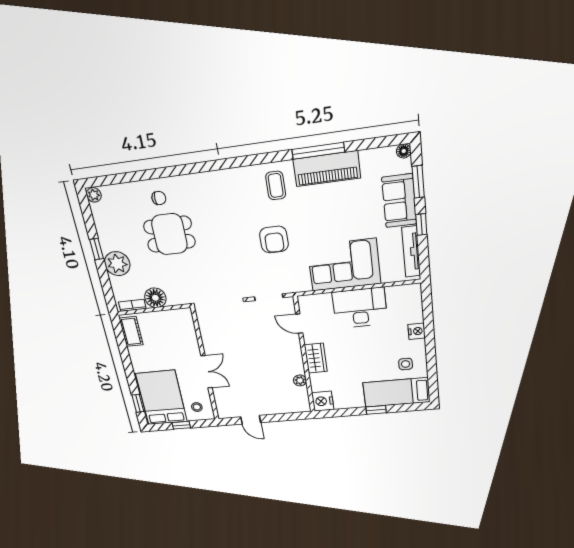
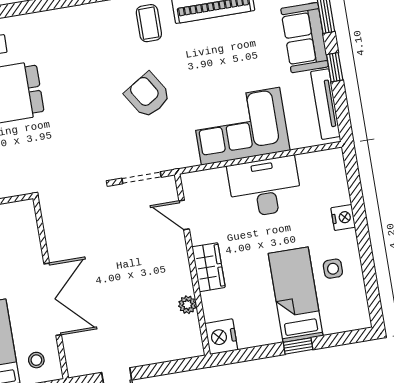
armchair: (274, 240) -> (148, 95), turned 148
double door: (207, 372) -> (53, 299), width x1.37
bed: (396, 392) -> (296, 295), moved, turned 90

